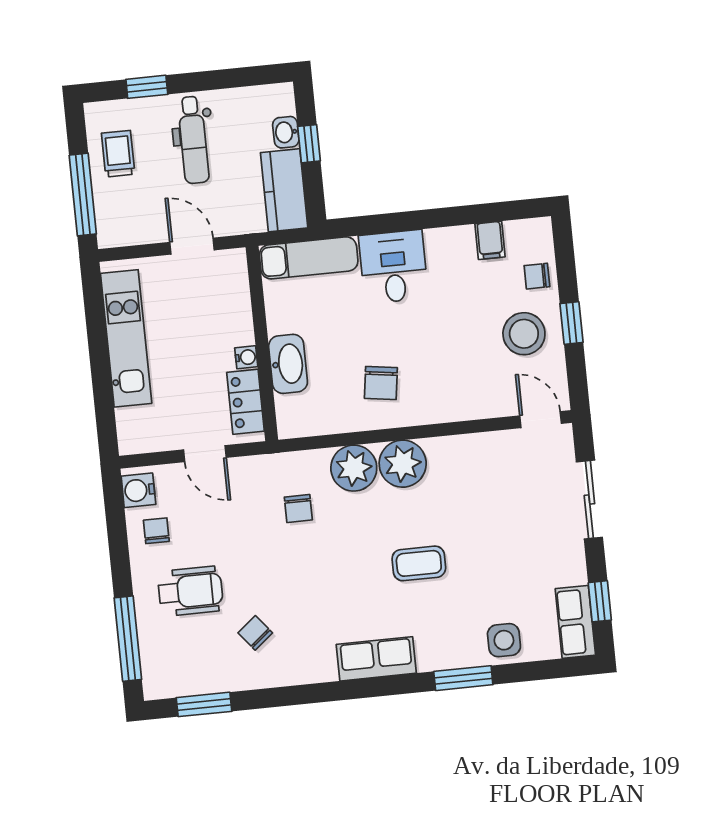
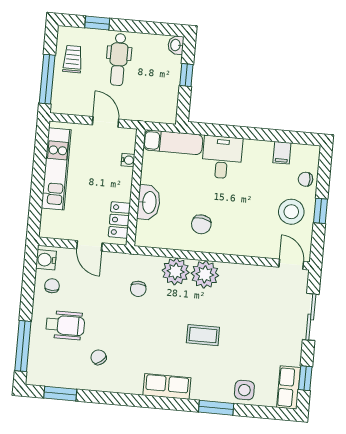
washbasin: (286, 132) -> (176, 45), moved
kitchen counter: (284, 190) -> (166, 100), removed
water cooler: (246, 357) -> (128, 160), moved

